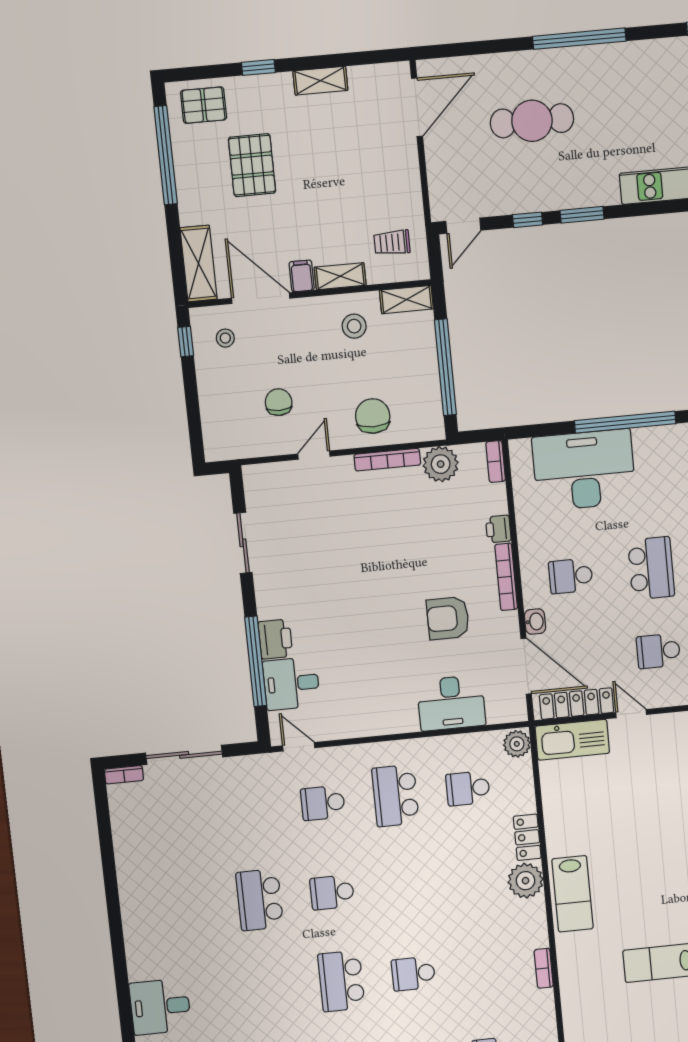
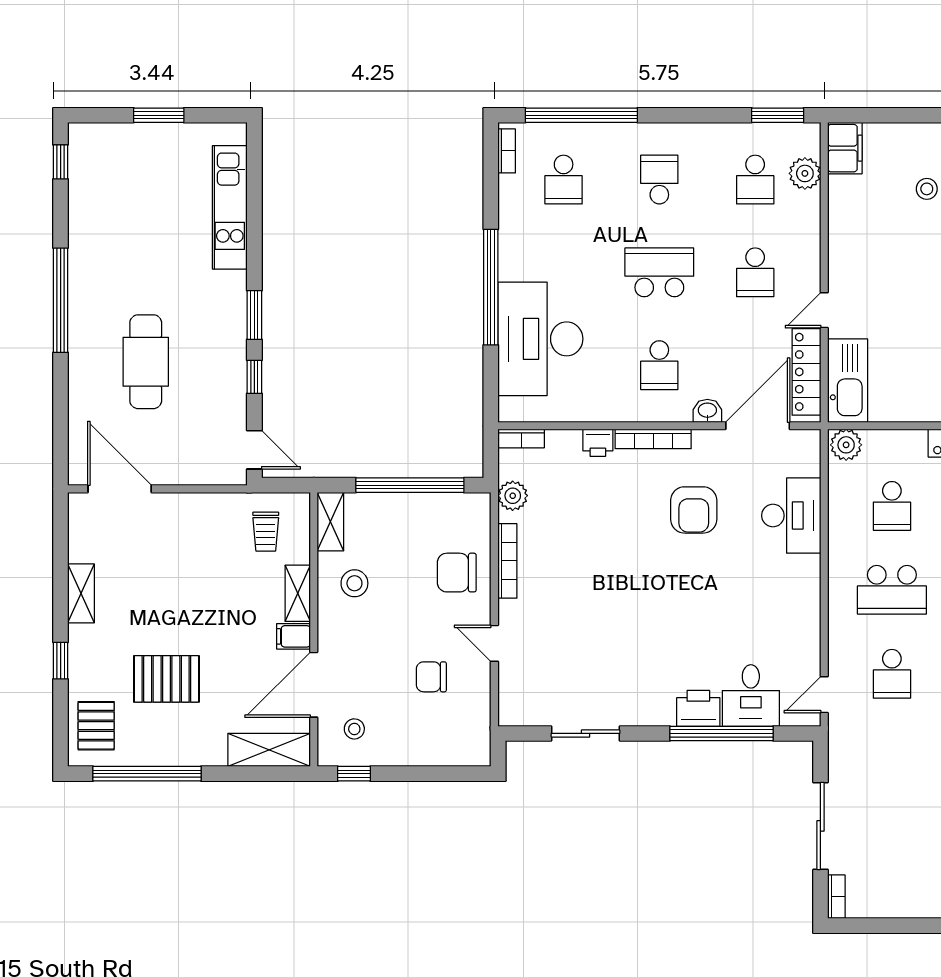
plant: (441, 464) -> (513, 496), width x0.73, depth x0.73

